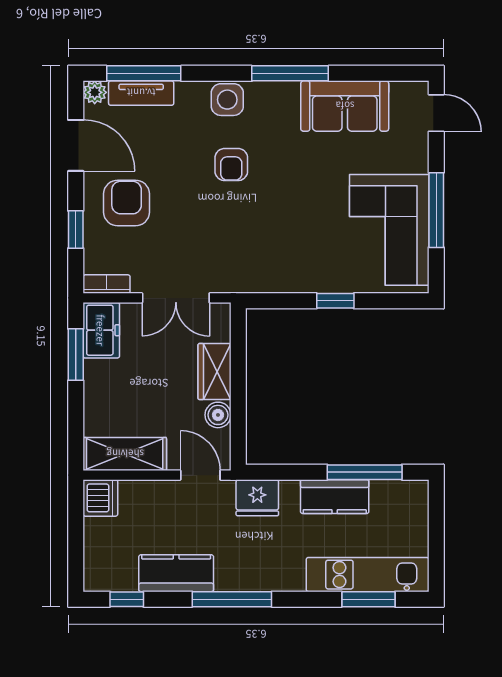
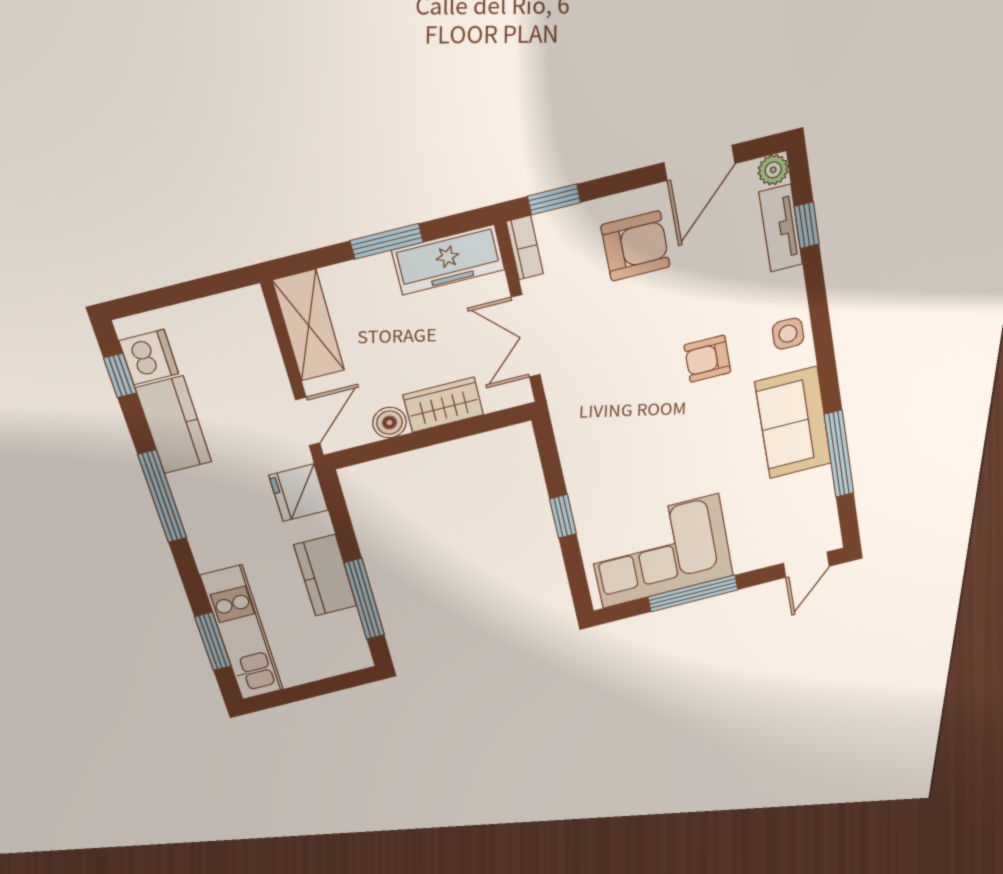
window: (144, 73) -> (807, 225), width x0.46
window: (290, 73) -> (839, 454), moved
side table: (227, 100) -> (788, 334), width x0.73, depth x0.73
sofa: (345, 106) -> (793, 423), moved
window: (76, 230) -> (554, 199), moved
freezer: (101, 330) -> (448, 260), width x1.40
window: (76, 355) -> (387, 241), moved
dishwasher: (100, 498) -> (149, 357), moved, turned -90

